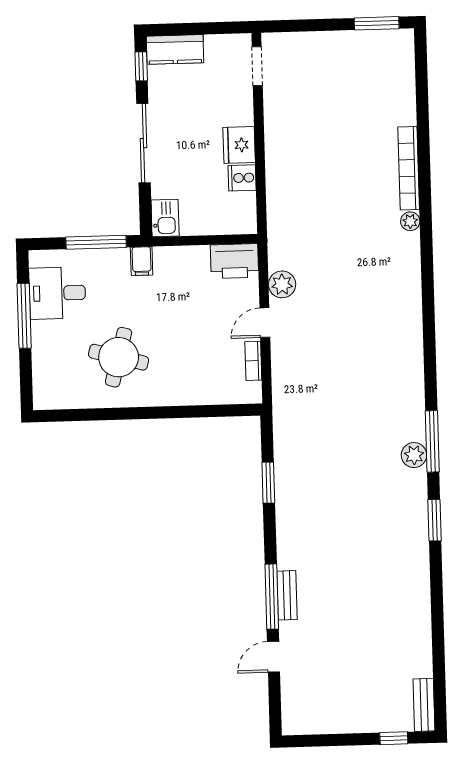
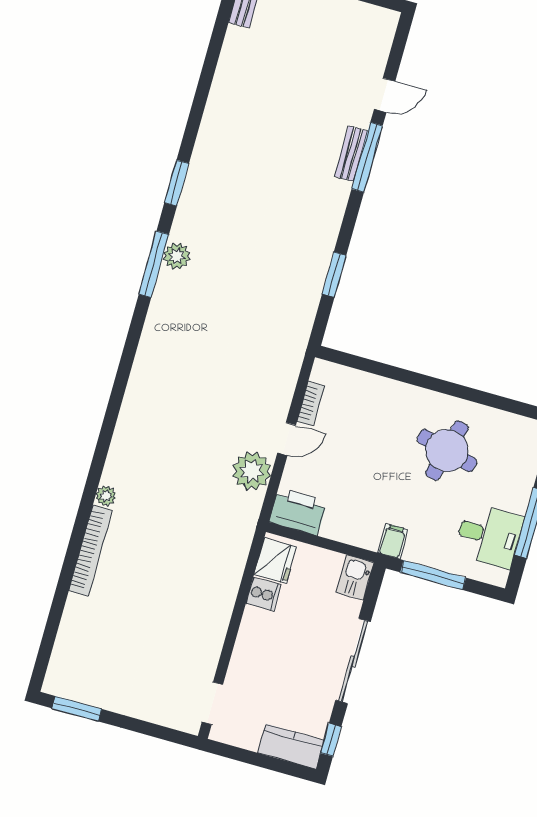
fridge: (239, 145) -> (275, 561), moved
plant: (282, 284) -> (252, 471), width x1.36, depth x1.36

